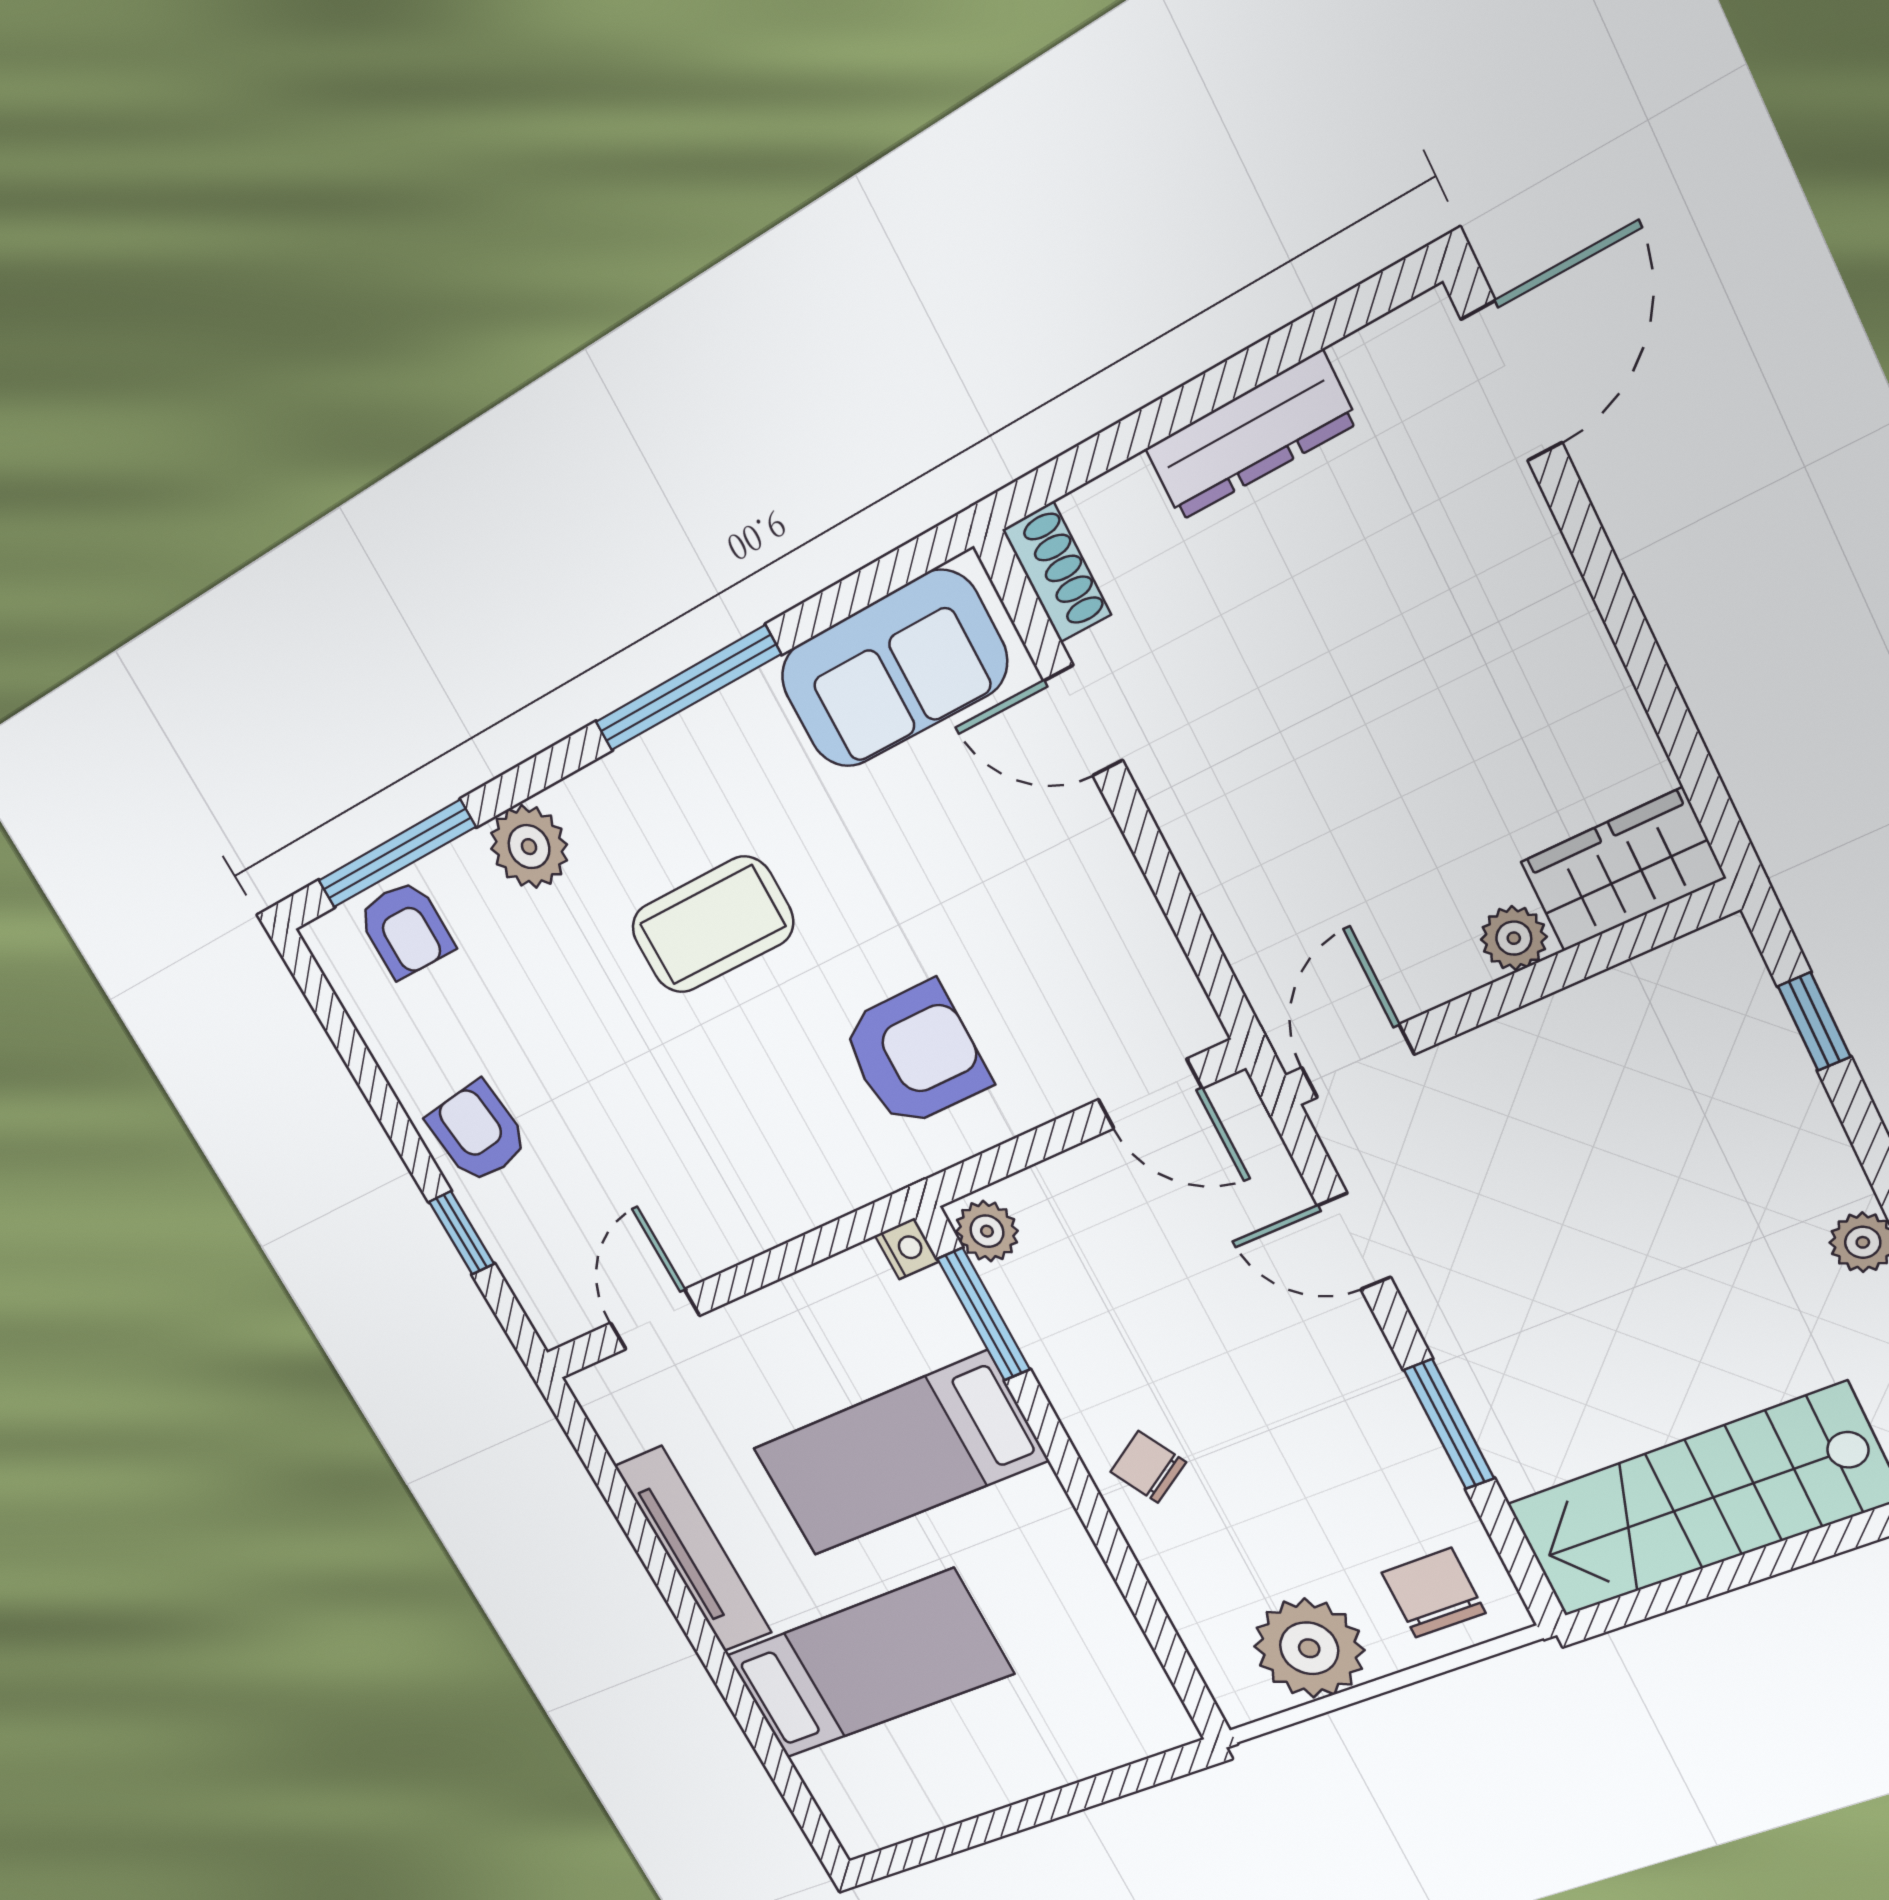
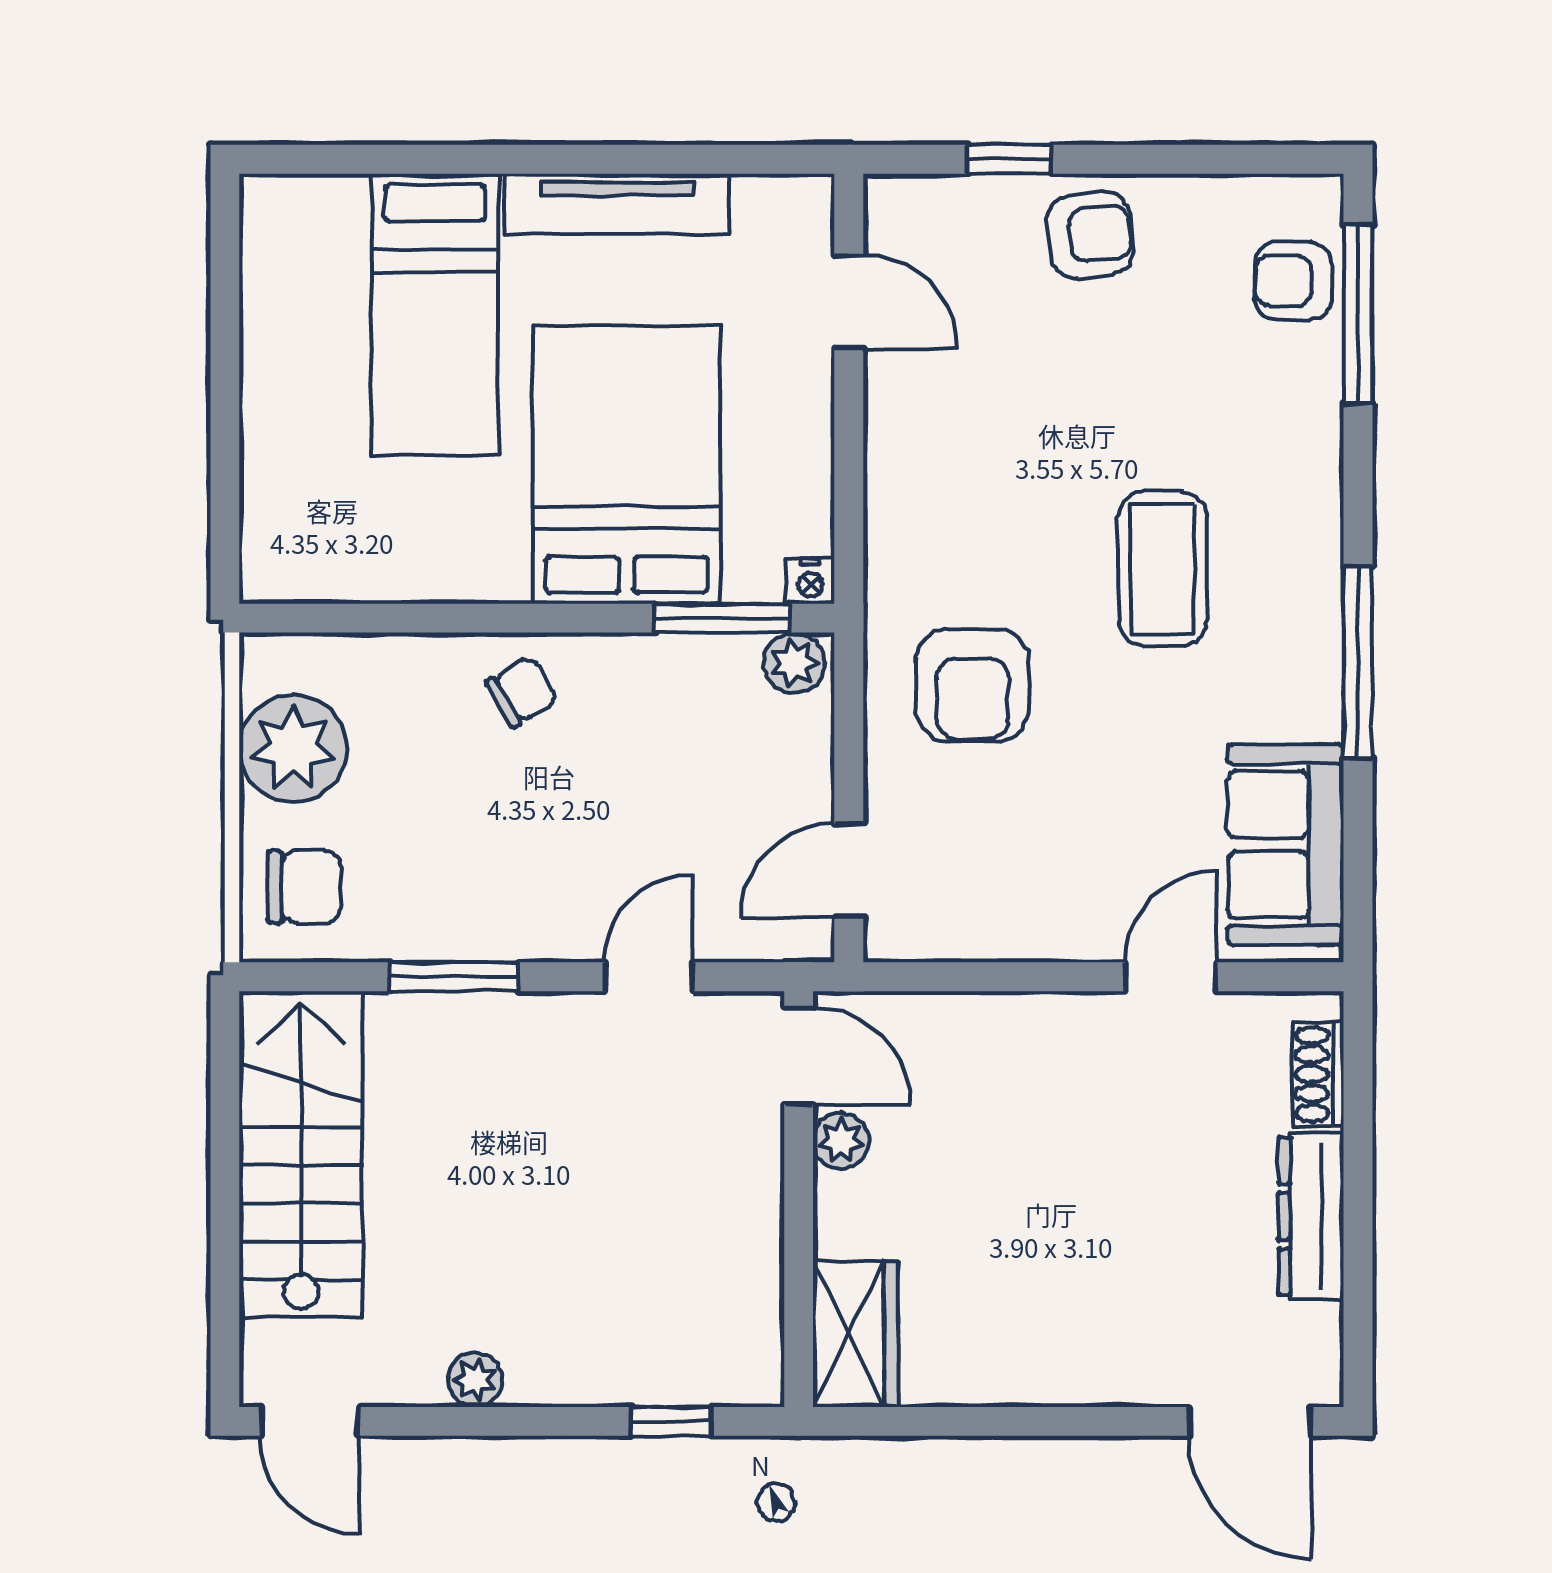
shoe rack: (1057, 572) -> (1318, 1074), moved, turned 90
plant: (529, 847) -> (1304, 442), removed
plant: (1514, 938) -> (841, 1141), moved
bed: (899, 1454) -> (627, 465), width x1.50

